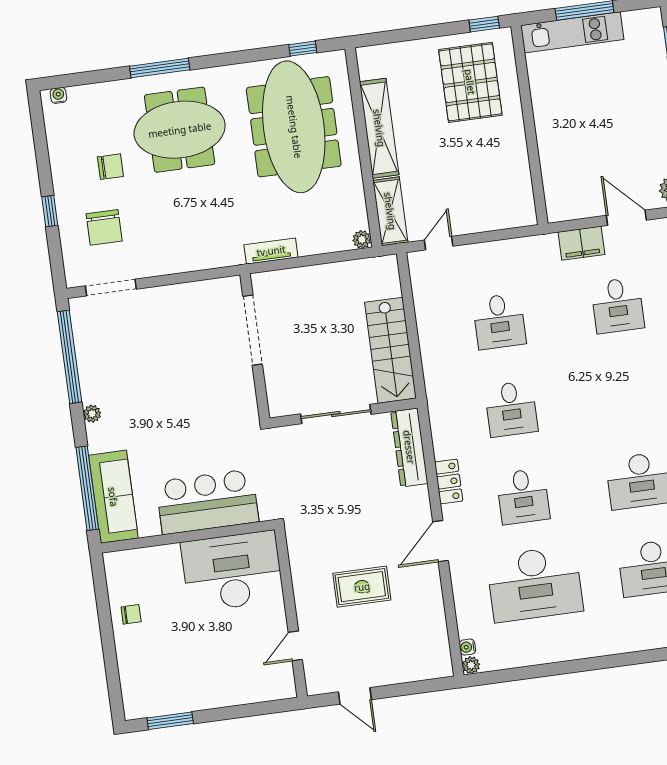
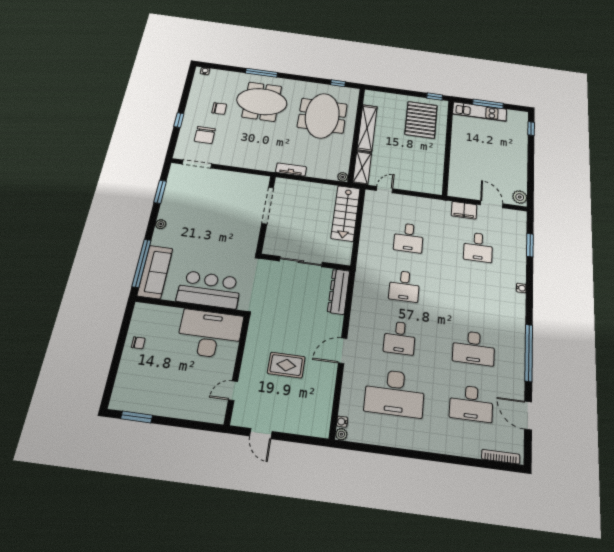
meeting table: (294, 127) -> (322, 116), width x0.73
stairs: (391, 350) -> (346, 213), moved
window: (69, 357) -> (160, 192), width x0.47
locker: (449, 482) -> (357, 317), removed

